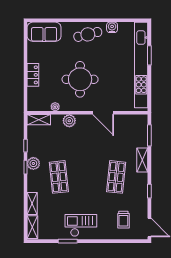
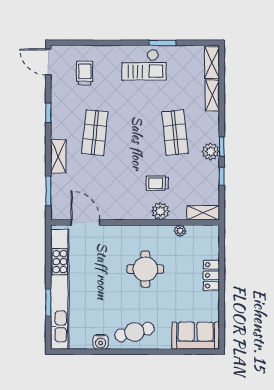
round table: (80, 79) -> (145, 269), width x0.73, depth x0.73
door: (103, 113) -> (85, 222), moved
trolley: (72, 141) -> (157, 183), added

